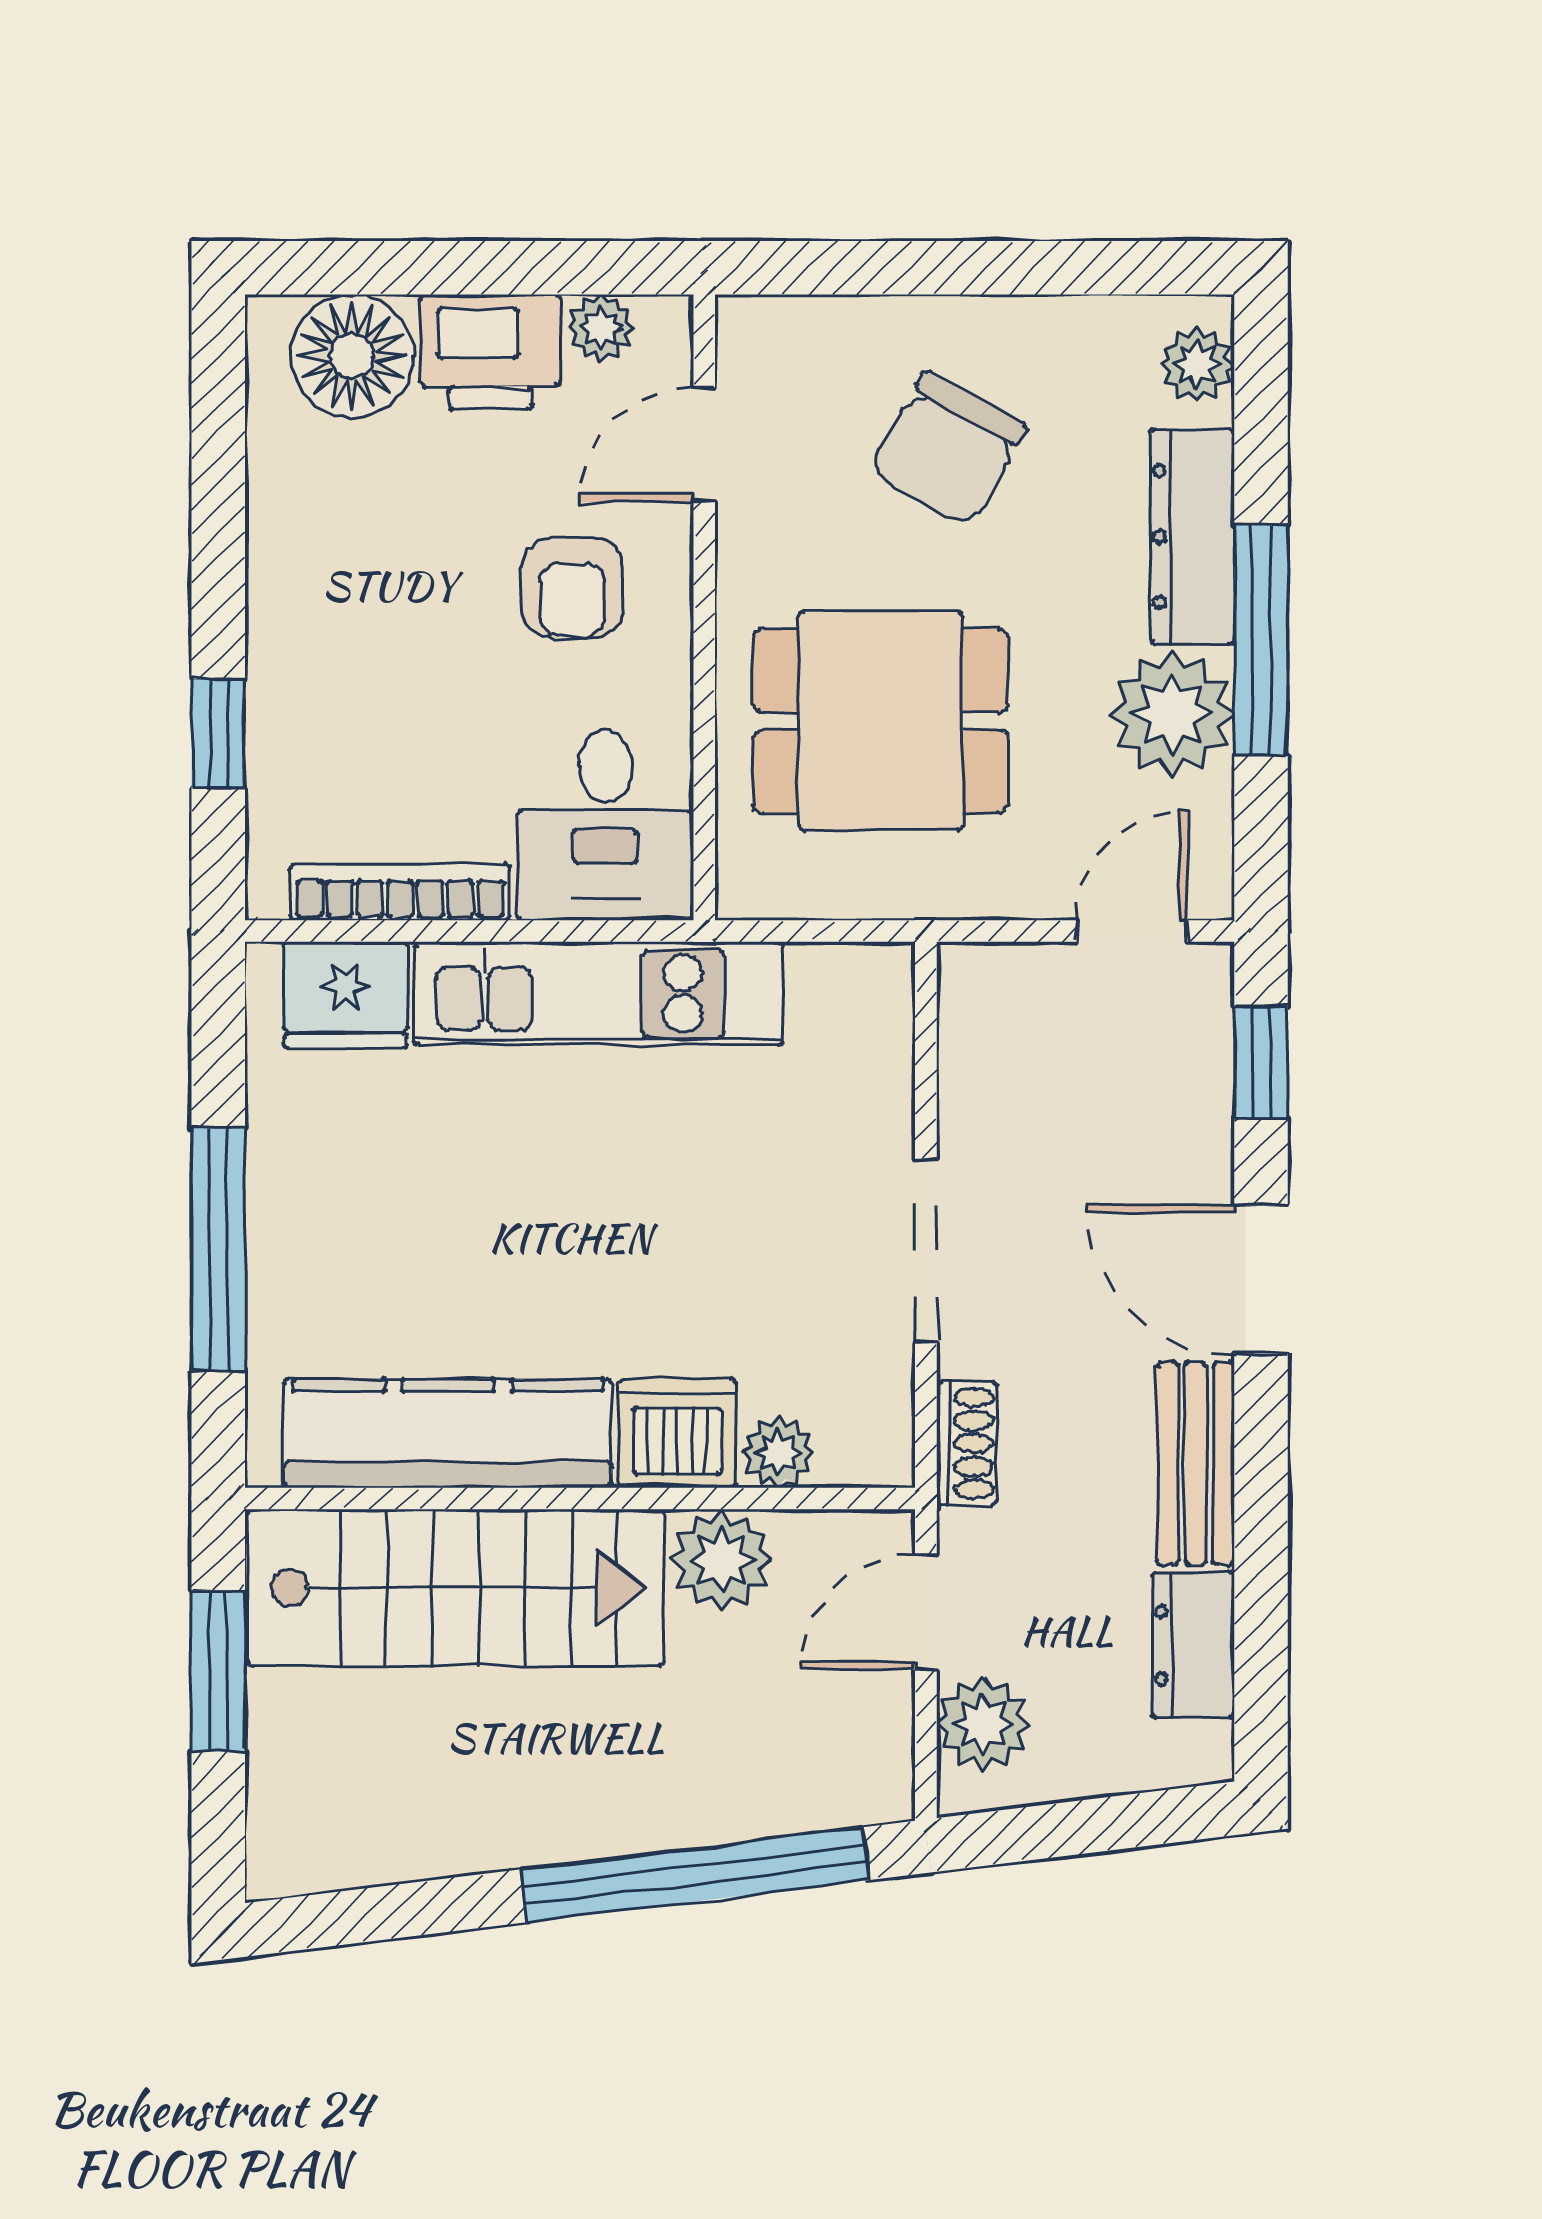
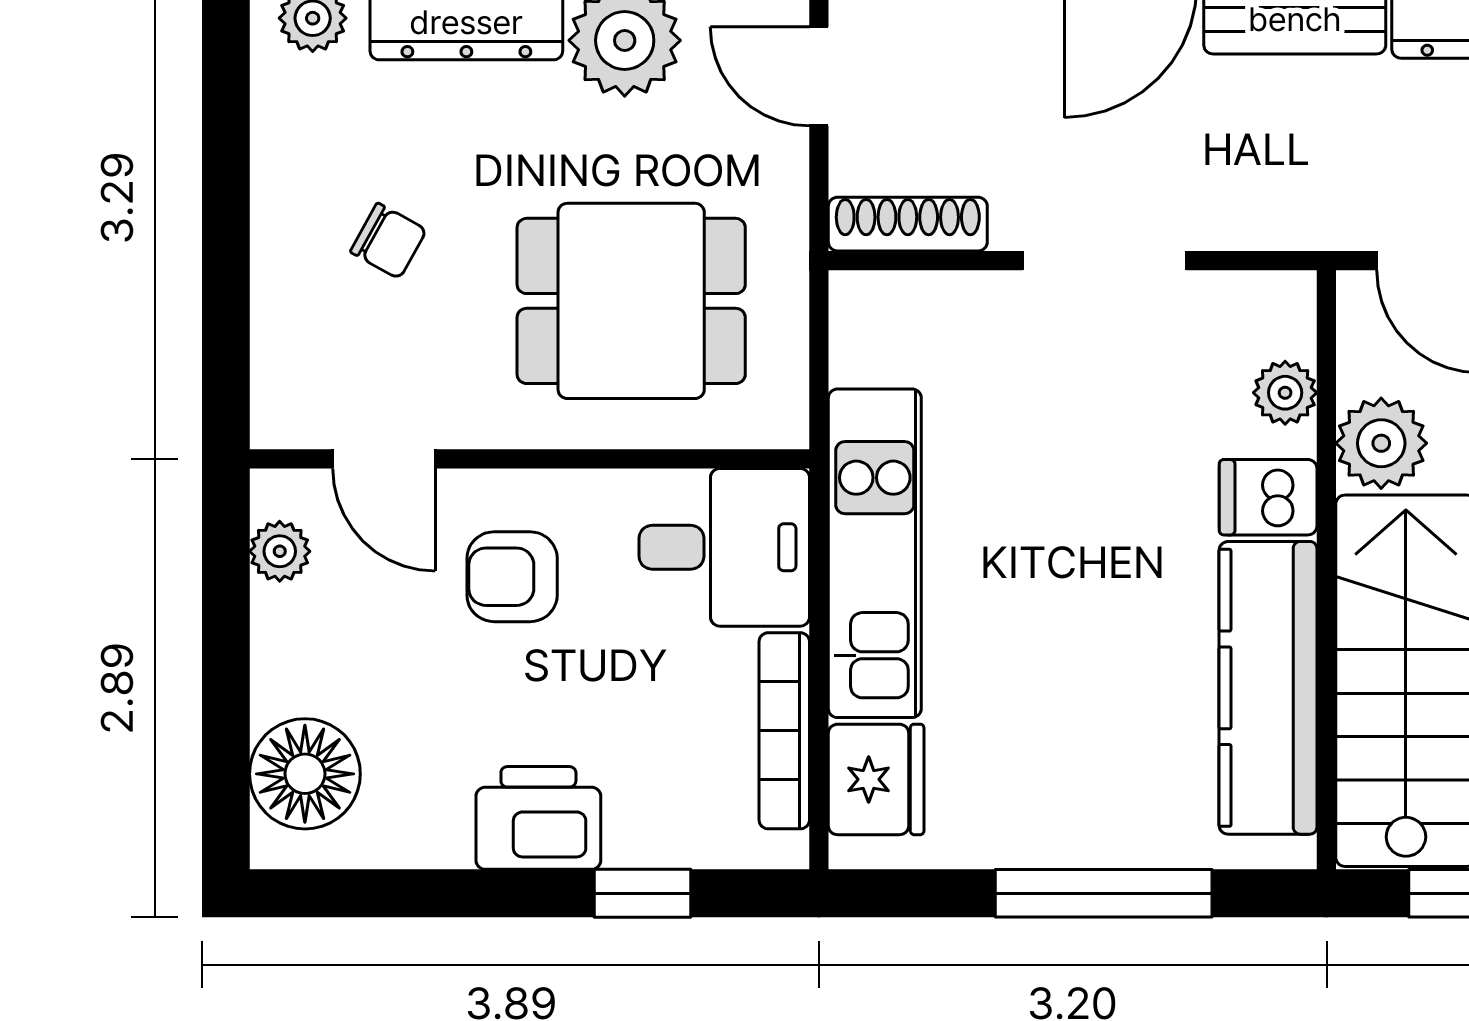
printer: (490, 352) -> (538, 818), moved, turned -90
chair: (948, 449) -> (388, 241), width x0.54, depth x0.54
armchair: (572, 588) -> (512, 577), turned 180
dining table: (881, 721) -> (631, 301), turned 90
dishwasher: (677, 1433) -> (1268, 497), width x0.73
shoe rack: (967, 1443) -> (908, 224), moved, width x1.43

